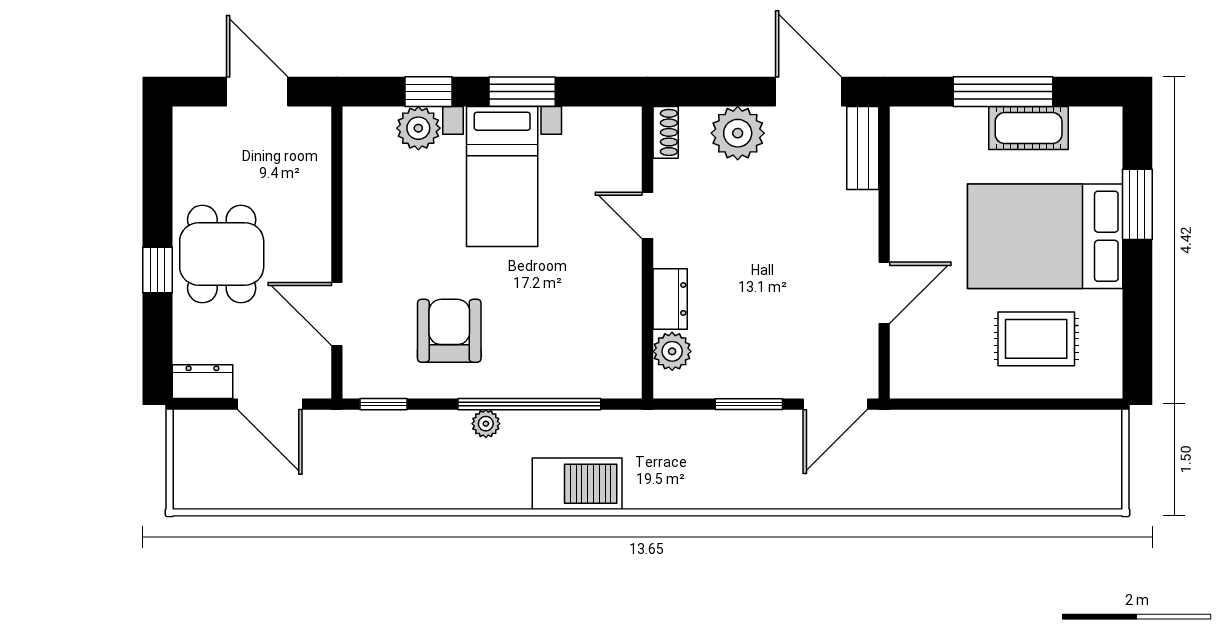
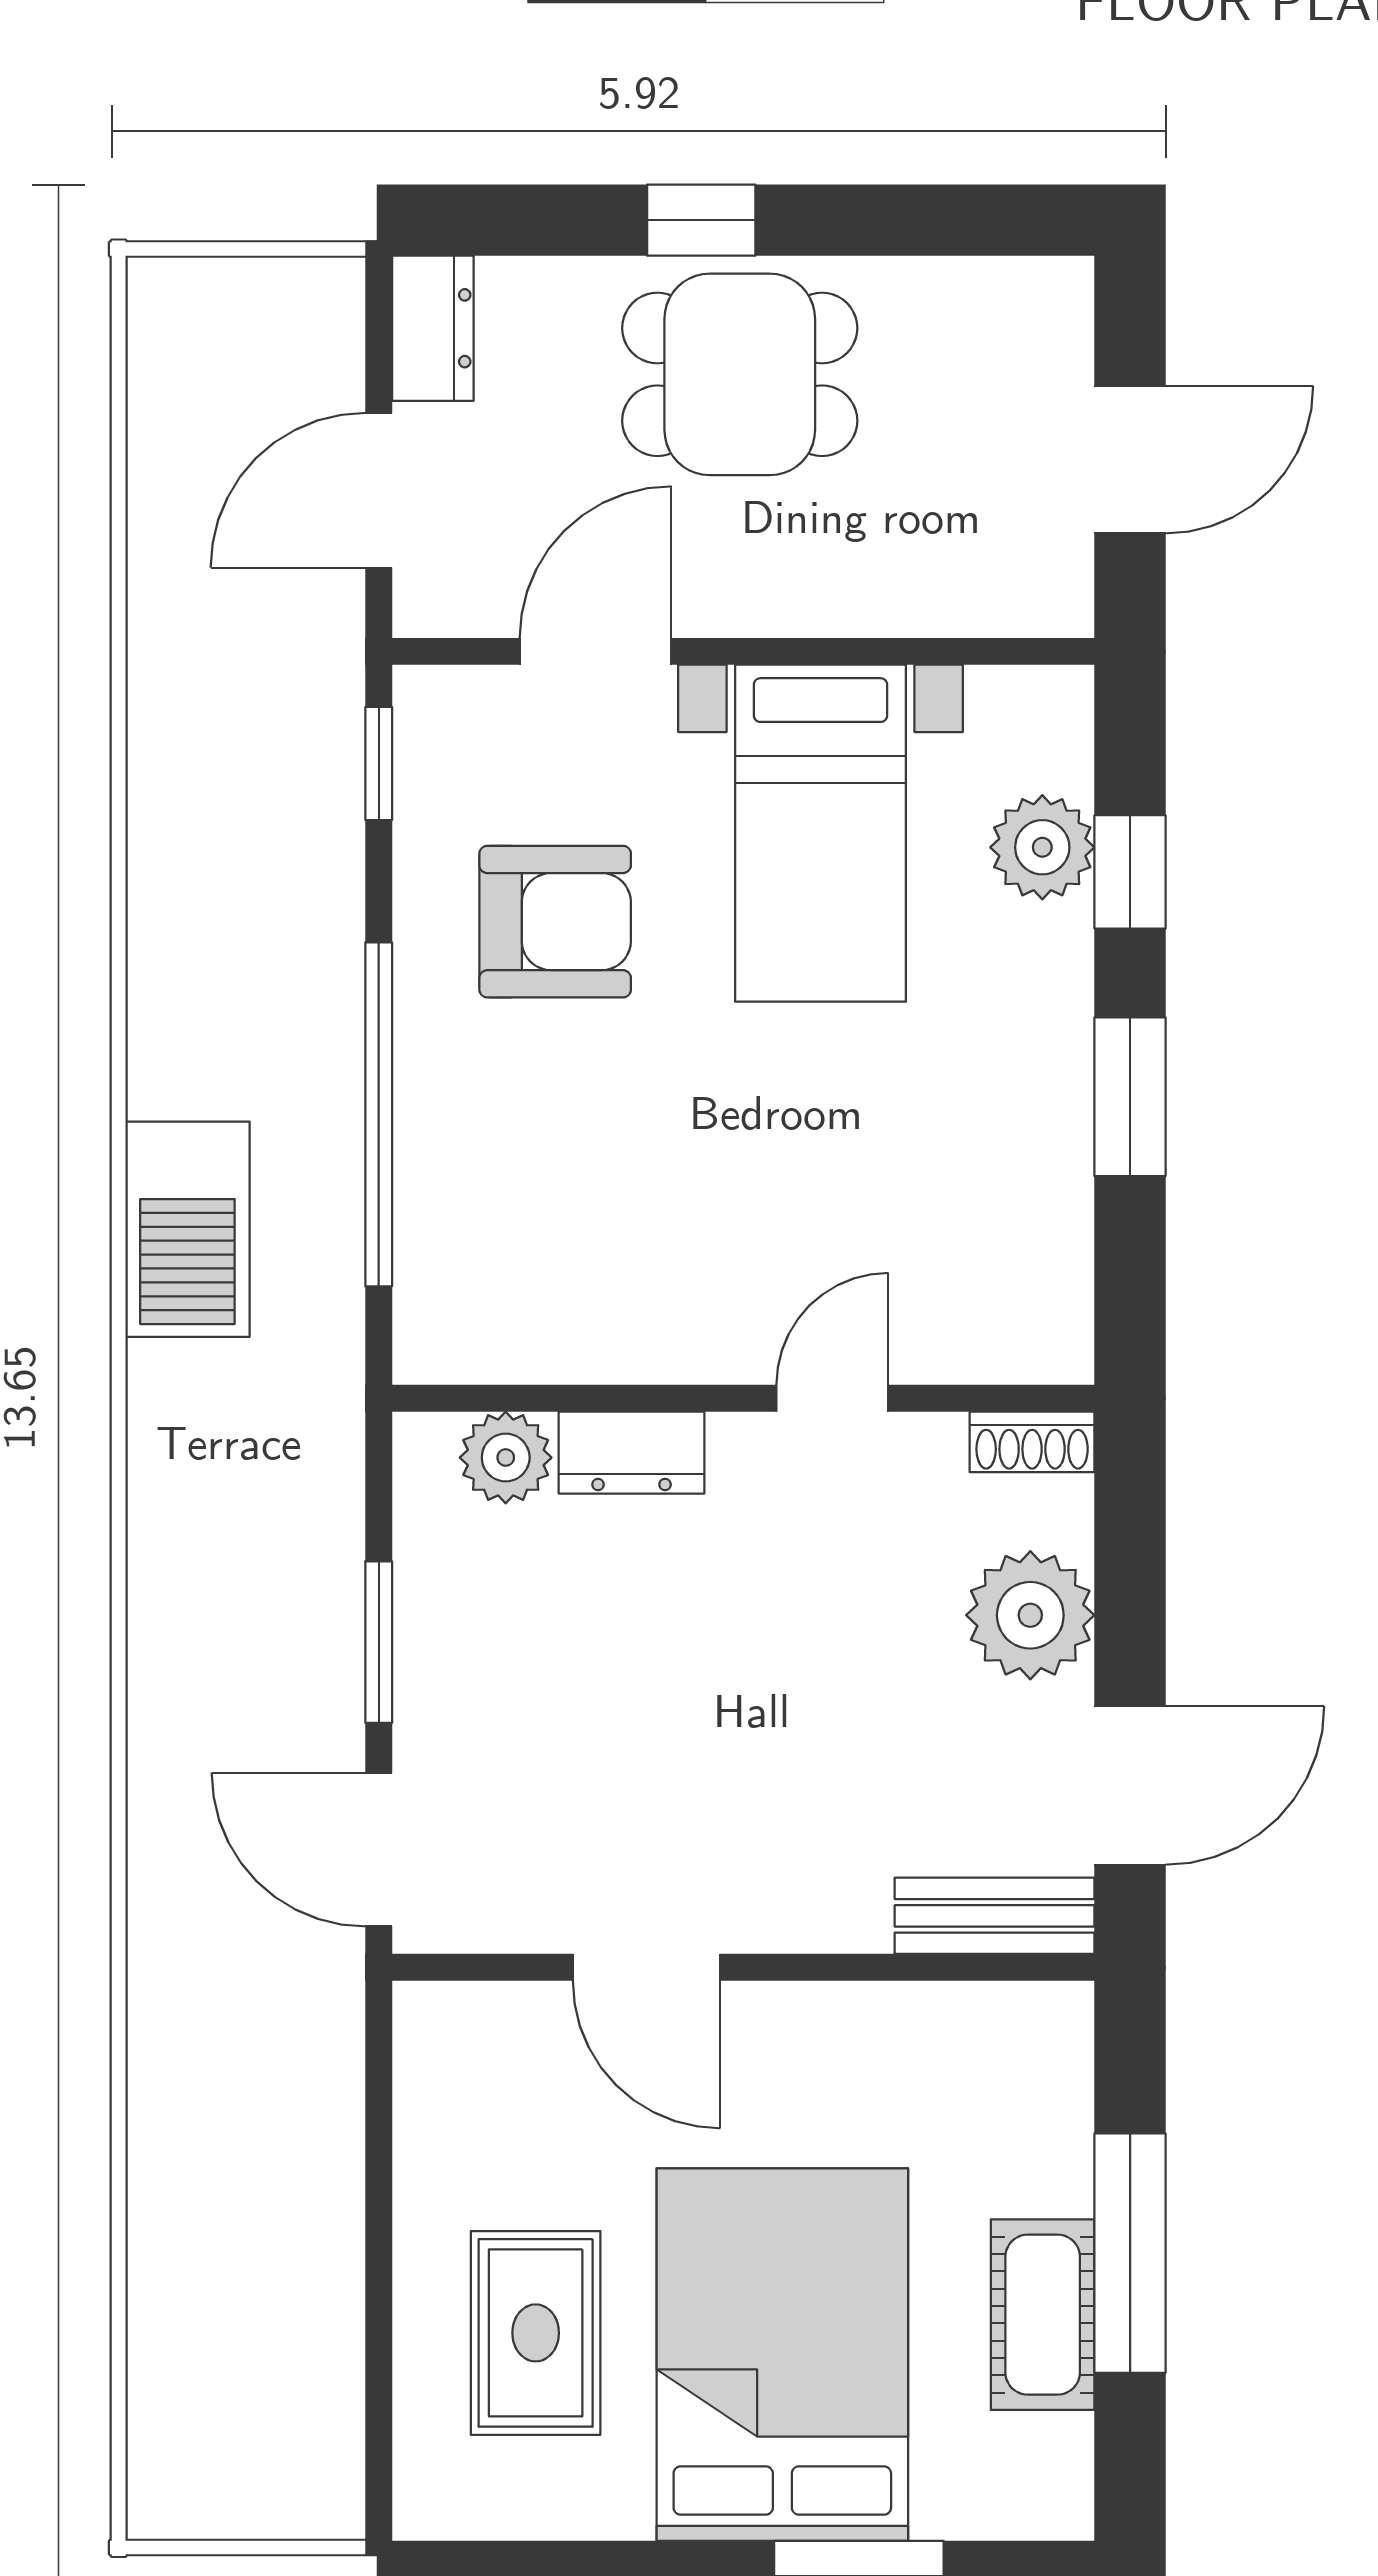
bed with nightstands: (502, 177) -> (820, 833), moved, turned -90
plant: (486, 424) -> (332, 1009), removed

